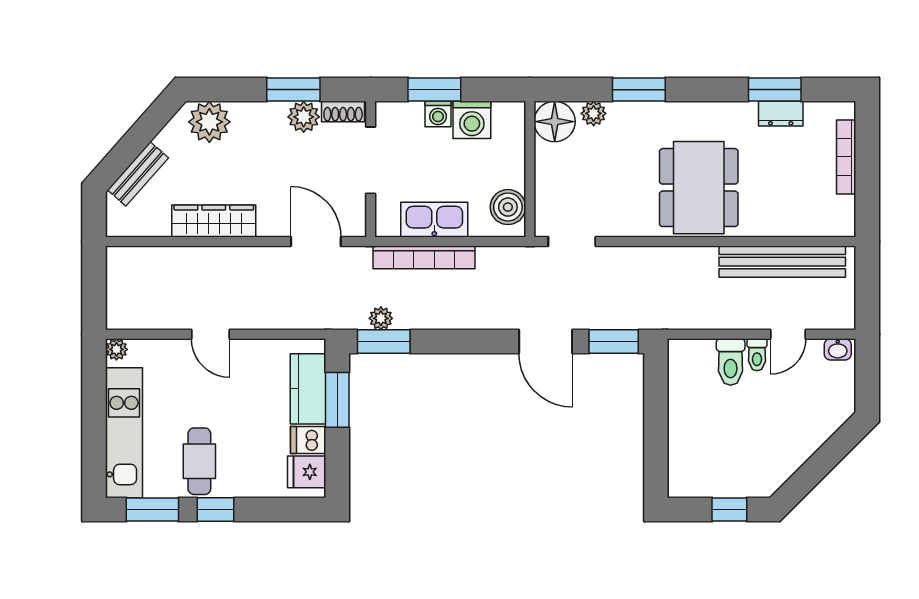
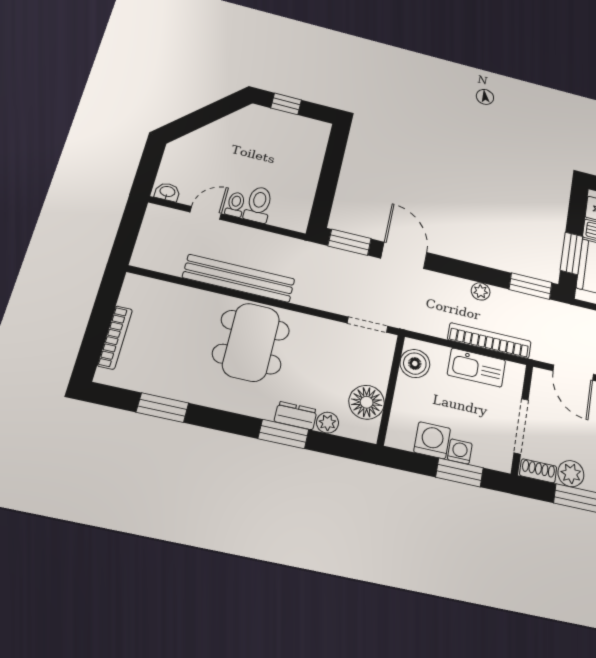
dresser: (781, 114) -> (296, 416), moved
floor lamp: (555, 122) -> (367, 402), moved
bench: (782, 262) -> (239, 278), moved
plant: (381, 318) -> (481, 291), moved

